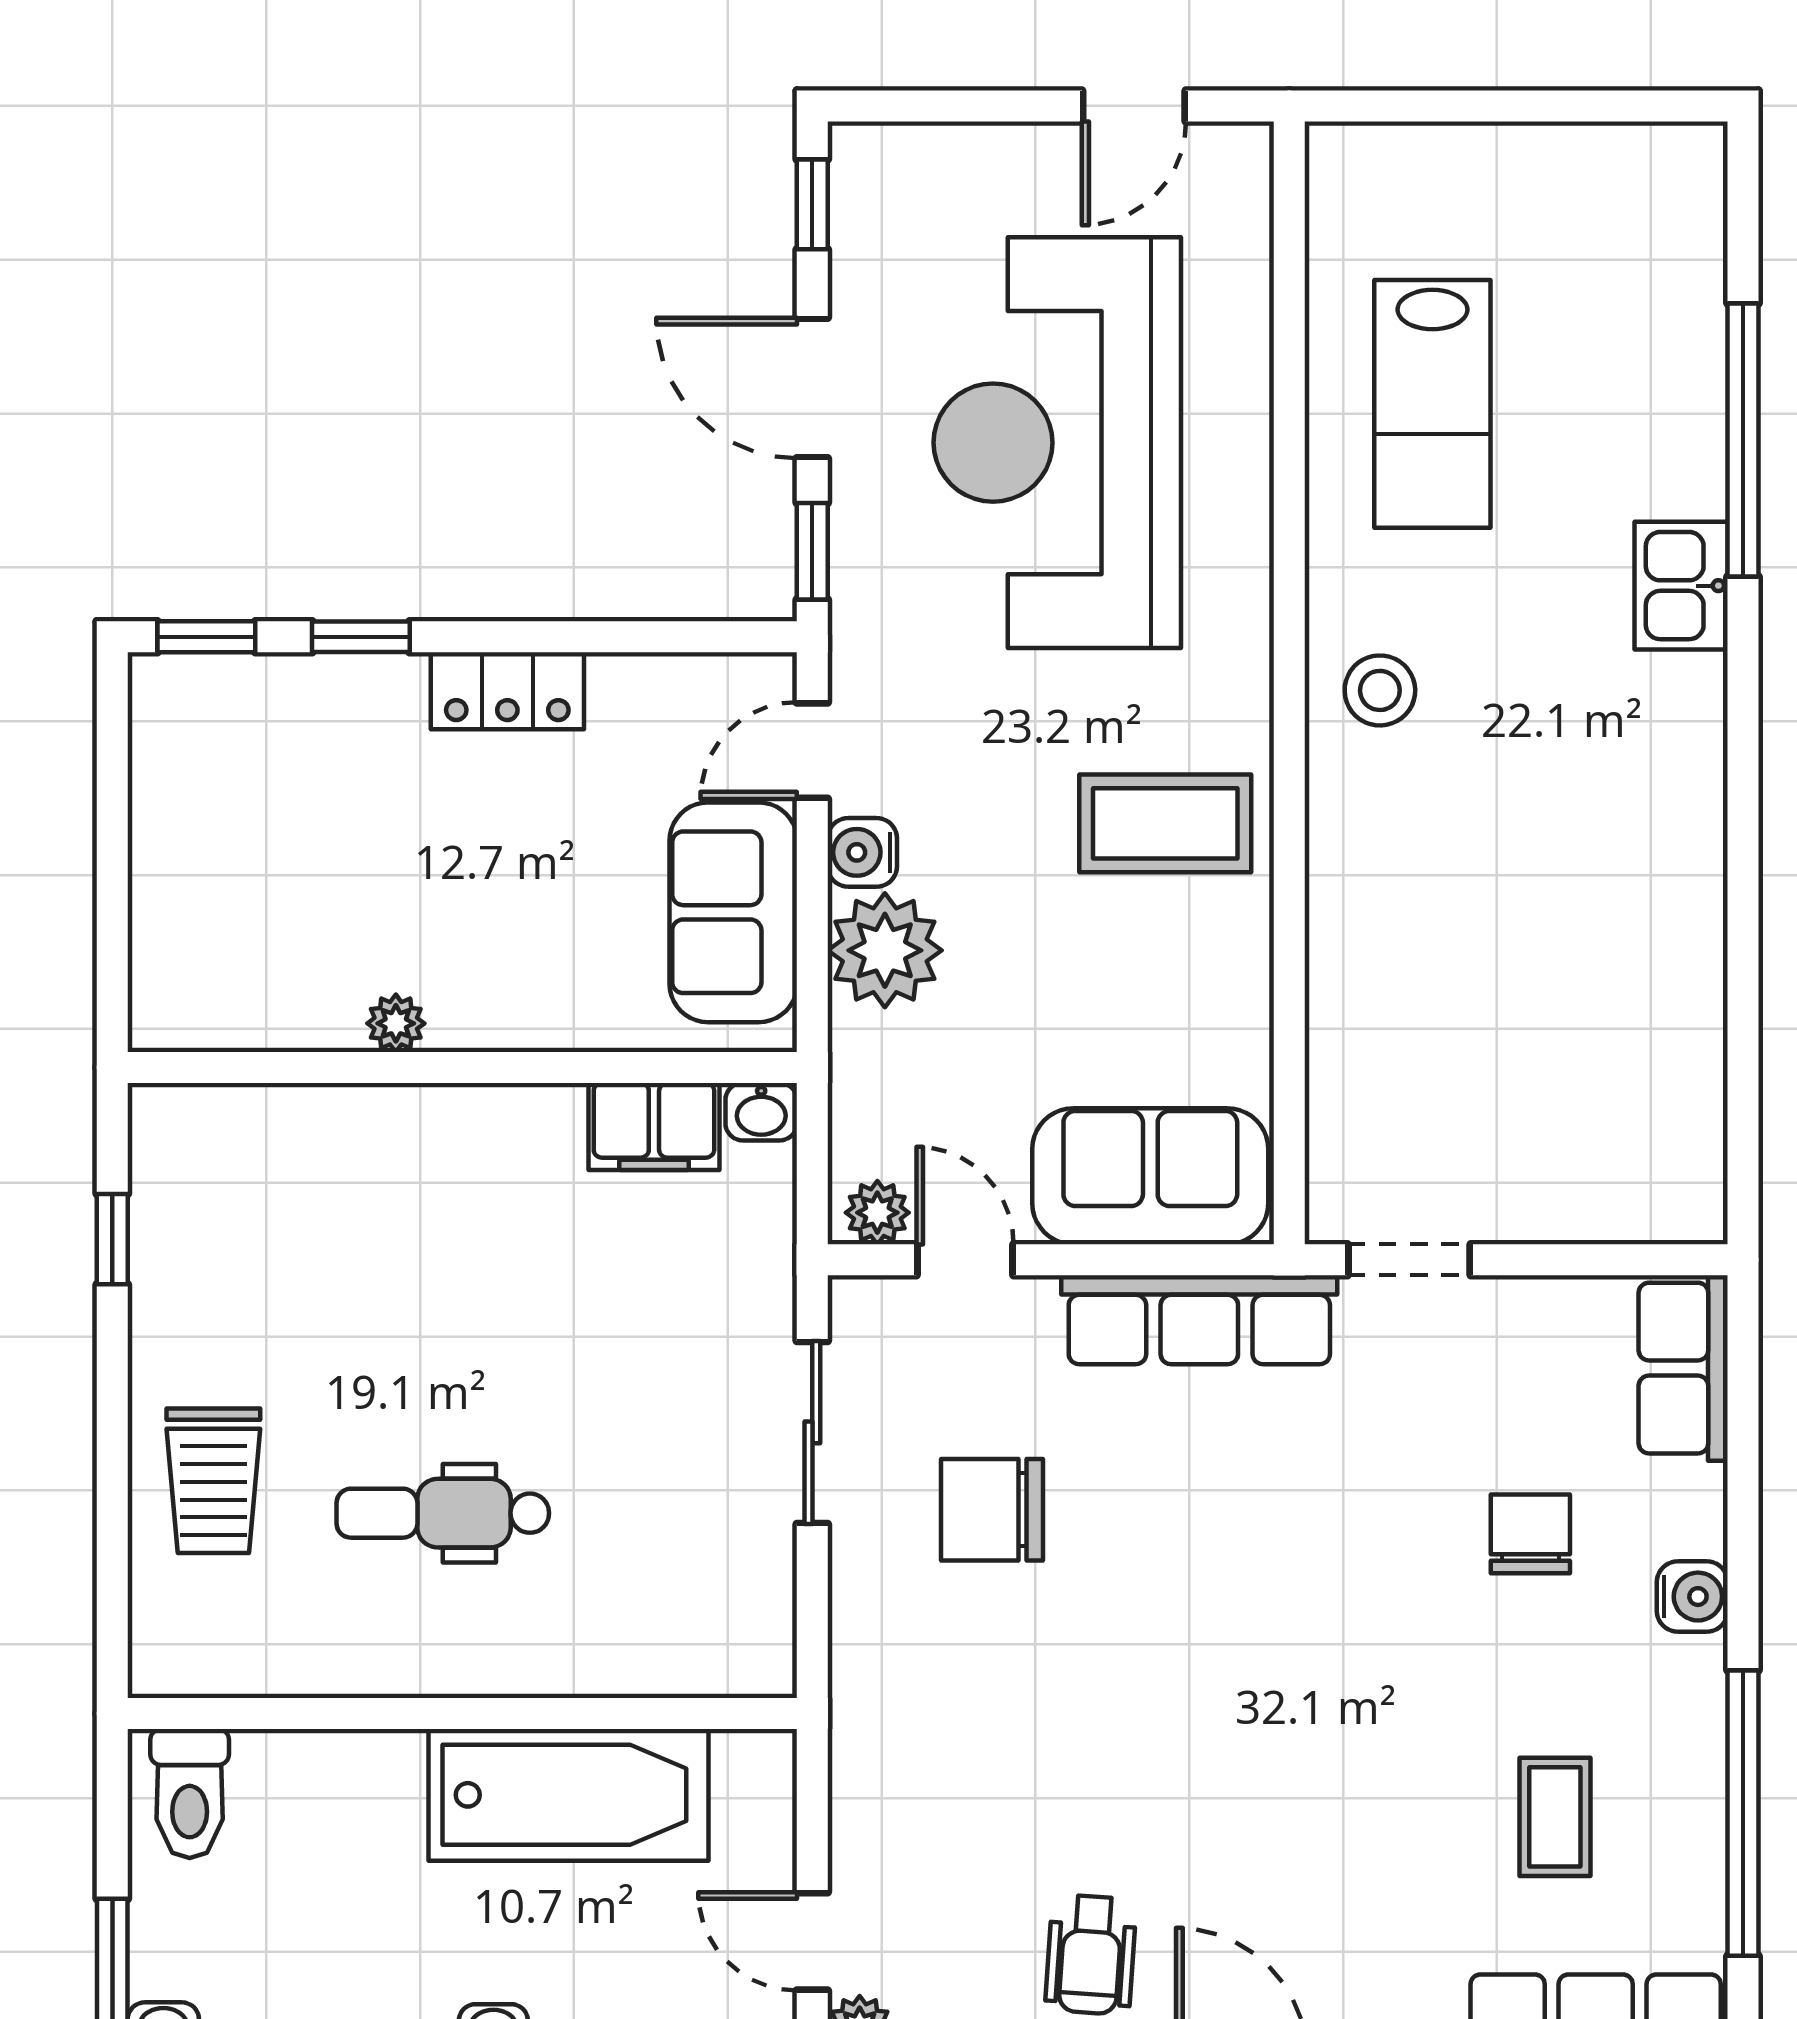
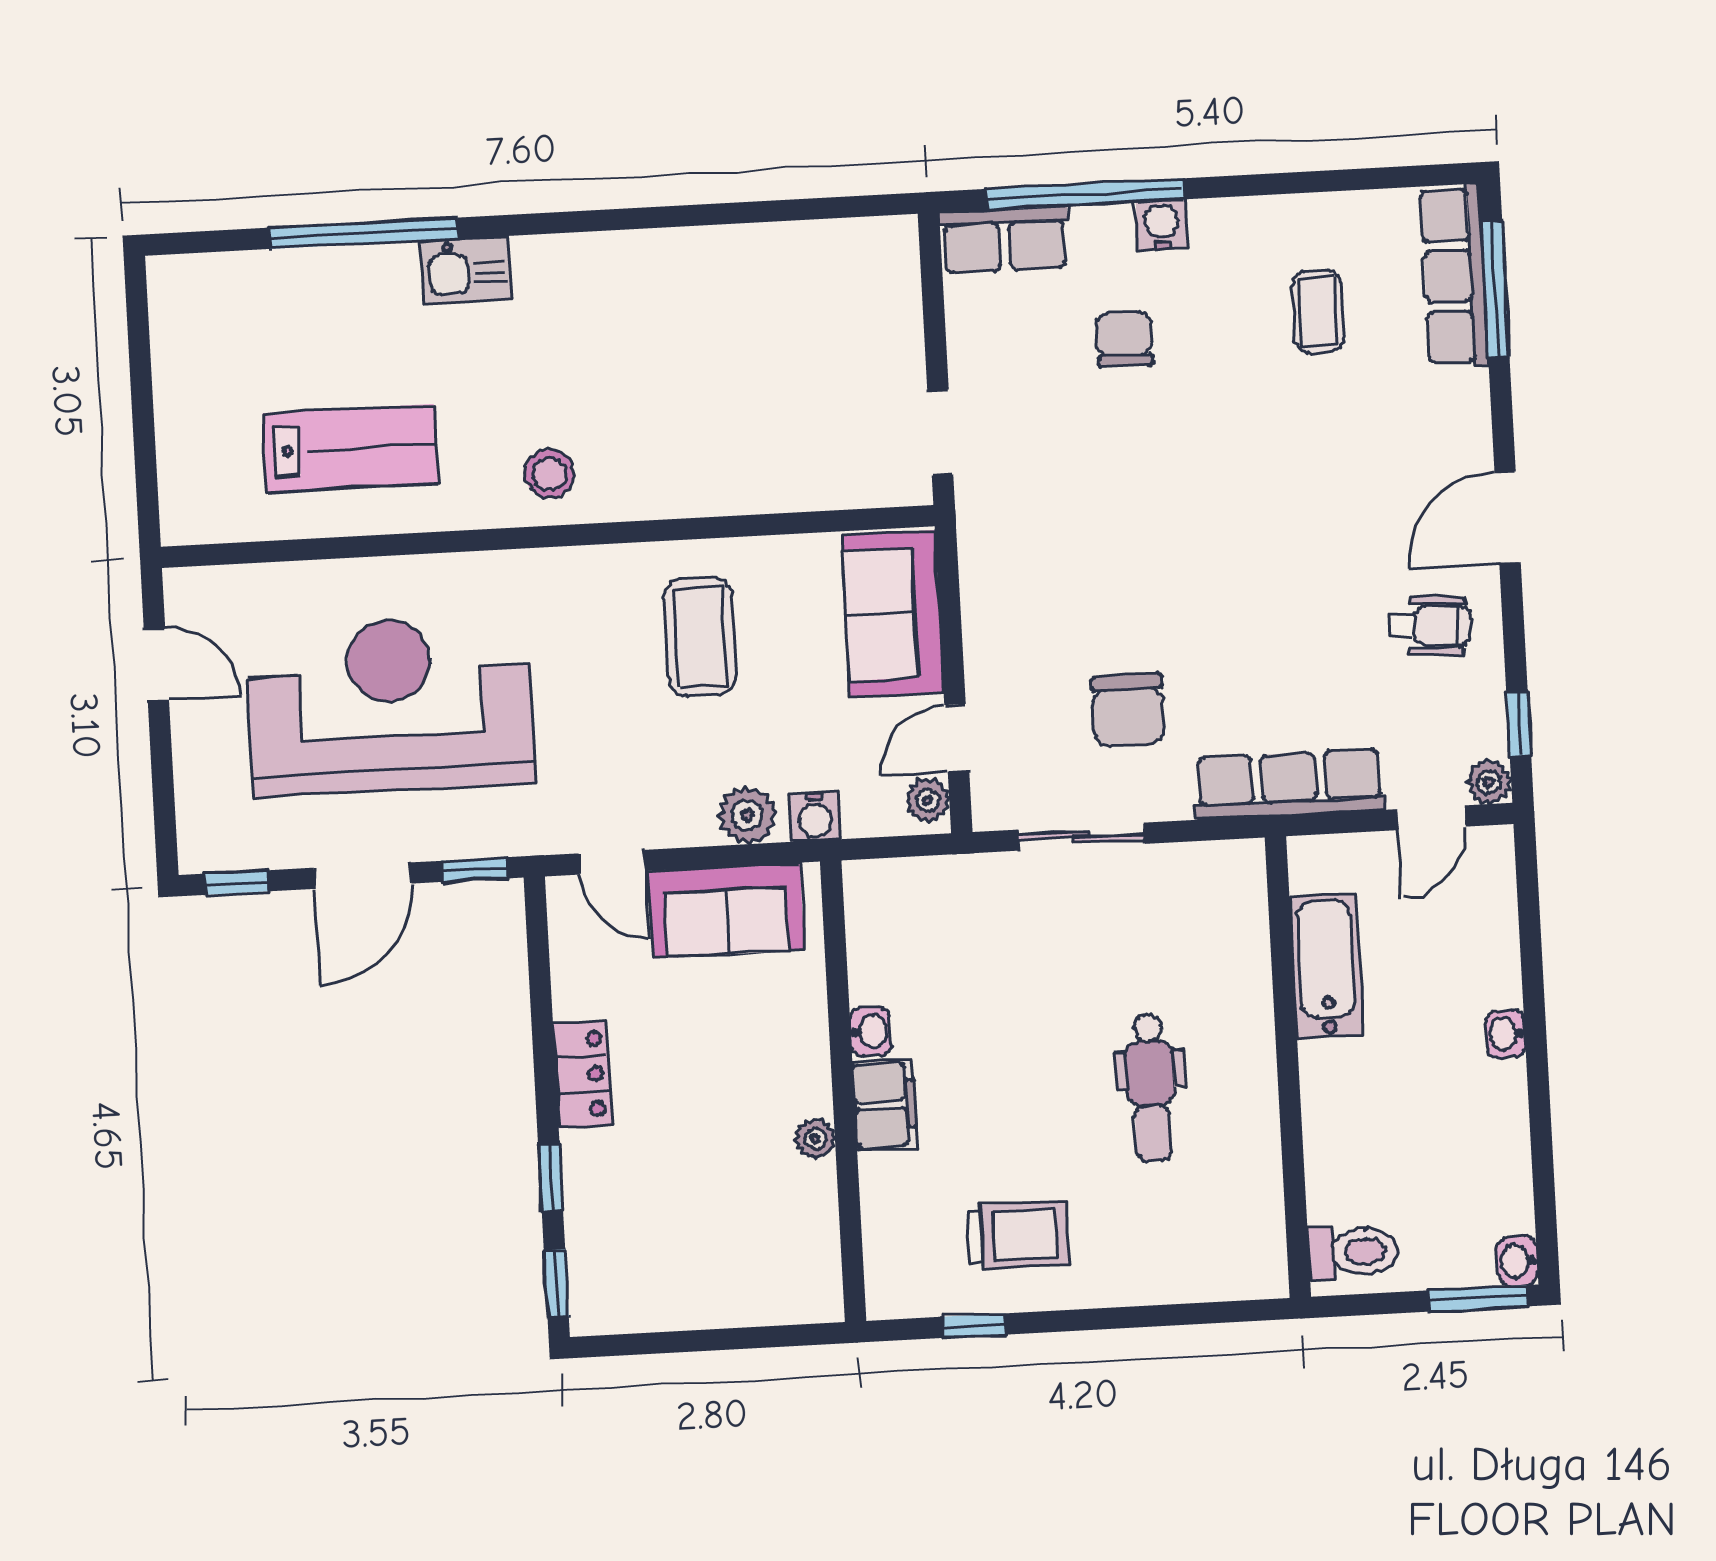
reception desk: (1057, 443) -> (391, 705), turned 180
coffee table: (1165, 823) -> (700, 637), moved
water cooler: (862, 852) -> (815, 817), moved
plant: (885, 950) -> (747, 815), width x0.73, depth x0.73
washbasin: (761, 1112) -> (870, 1031), moved
filing cabinet: (654, 1126) -> (885, 1105), moved
row of seats: (1199, 1320) -> (1289, 784), moved, turned -90
trolley: (213, 1481) -> (1018, 1235), moved
chair: (1530, 1534) -> (1124, 339), turned 90
bathtub: (568, 1795) -> (1326, 966), width x0.73, depth x0.73
window: (1743, 1813) -> (1085, 194), moved
coffee table: (1555, 1817) -> (1318, 311), turned 90

